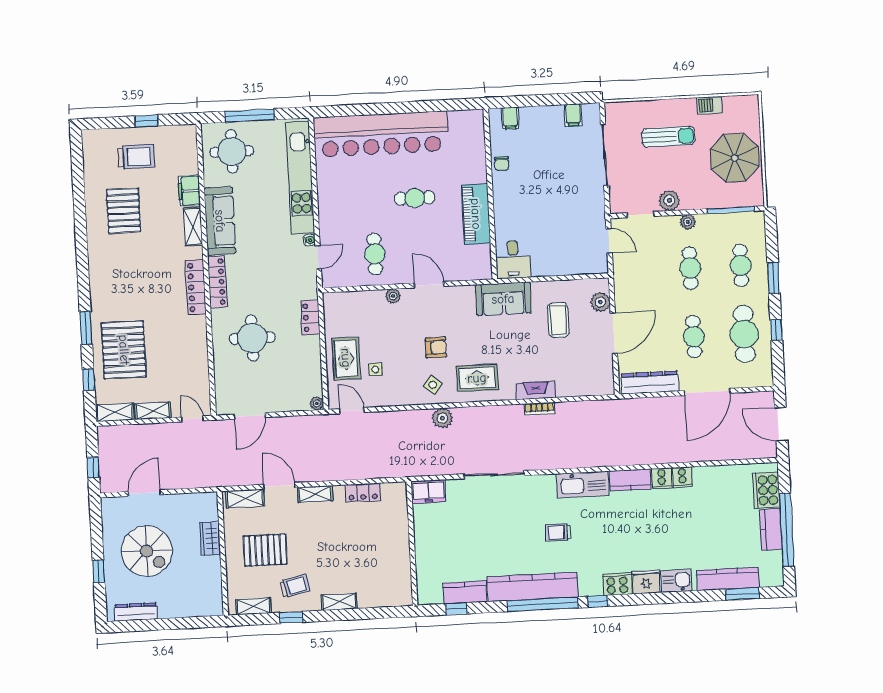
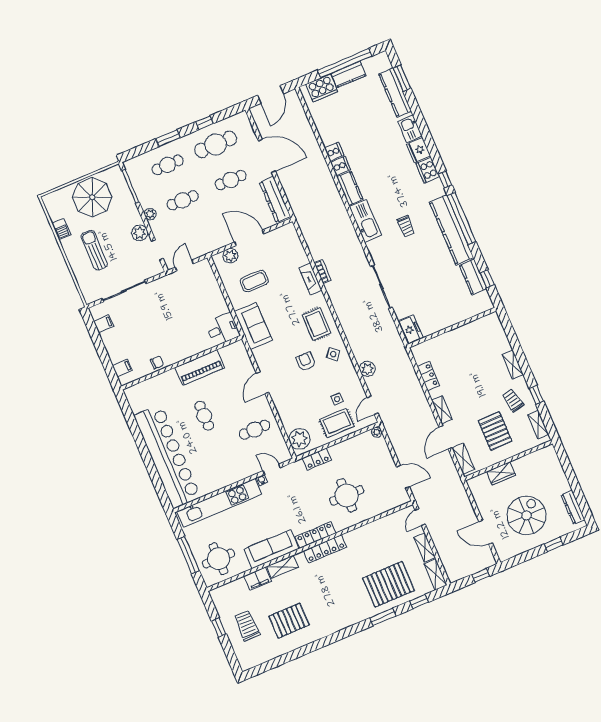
plant: (393, 296) -> (299, 439), moved, width x1.87, depth x1.87
plant: (442, 418) -> (367, 369), moved

